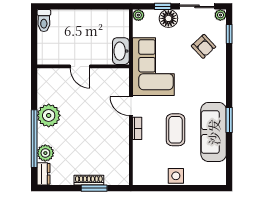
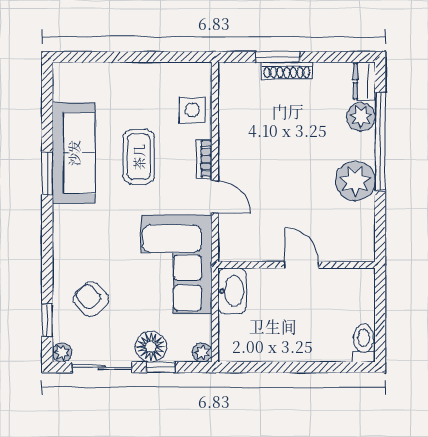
side table: (176, 176) -> (192, 110), moved

